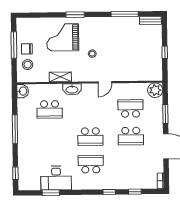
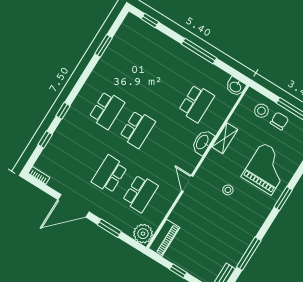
piano: (149, 75) -> (164, 238), added
school desk: (50, 109) -> (196, 103), turned 180
school desk: (90, 137) -> (137, 129), turned 180
desk: (56, 178) -> (116, 62), removed

